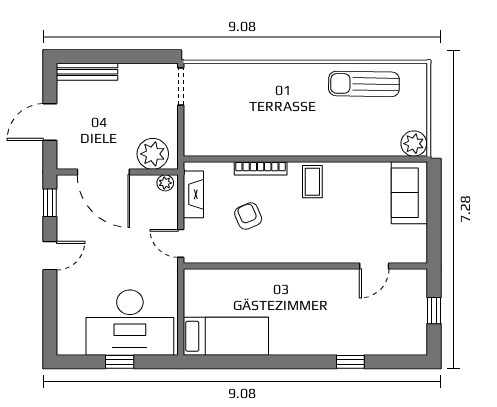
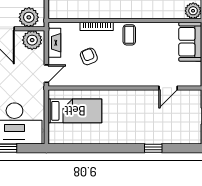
plant: (165, 183) -> (32, 40), width x1.87, depth x1.87
door: (181, 243) -> (46, 74), swing flipped
bed: (226, 336) -> (75, 111), moved

